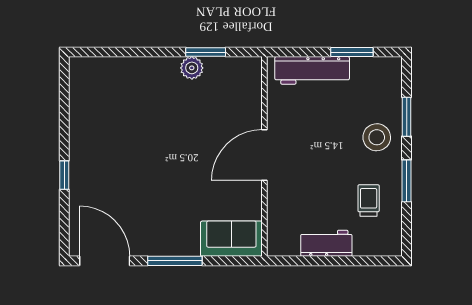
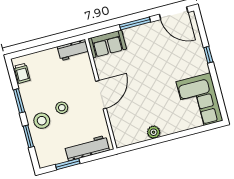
window: (206, 52) -> (148, 143), removed
corner sofa: (100, 100) -> (199, 101), added
stool: (337, 150) -> (62, 108), added
trolley: (369, 201) -> (22, 73), moved
workbench: (326, 243) -> (73, 50), moved

